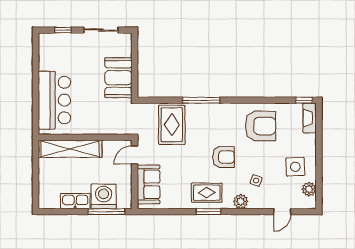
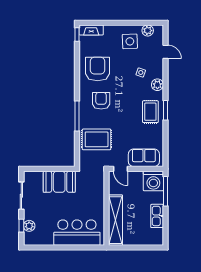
plant: (63, 40) -> (29, 226), added
armchair: (224, 157) -> (101, 101), moved
washing machine: (104, 196) -> (153, 181), moved, turned -90

